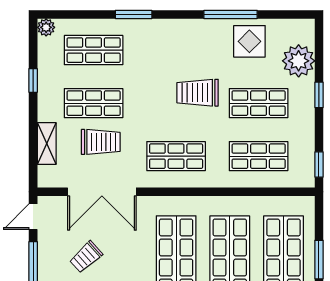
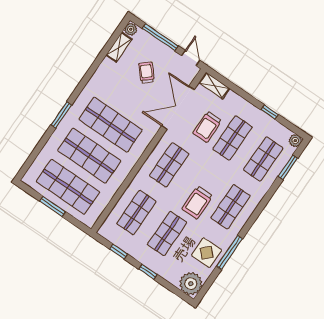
window: (134, 14) -> (288, 167), moved
shop shelf: (176, 50) -> (231, 207), added
plant: (299, 61) -> (191, 284), moved
trolley: (198, 93) -> (197, 202), turned 180
shelving: (47, 143) -> (214, 86), moved
window: (319, 165) -> (119, 252), moved

